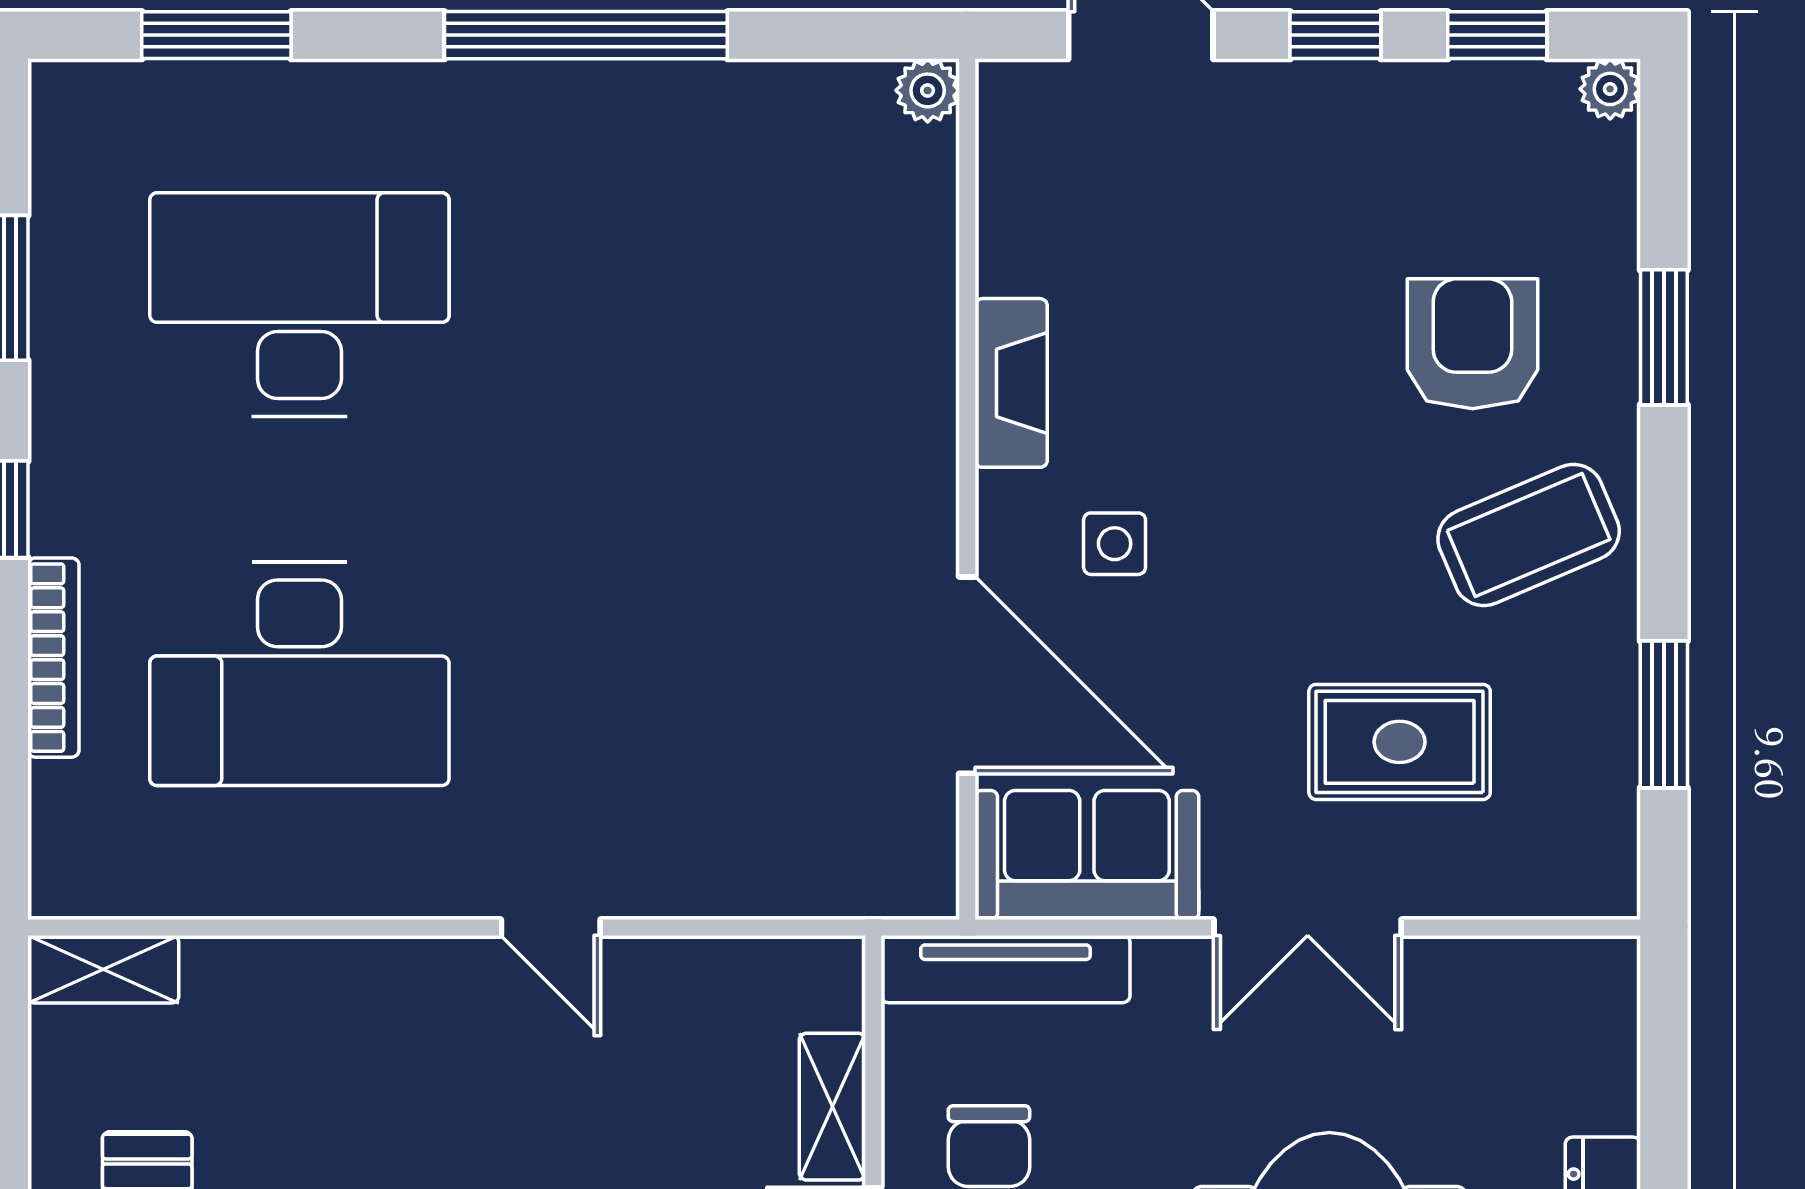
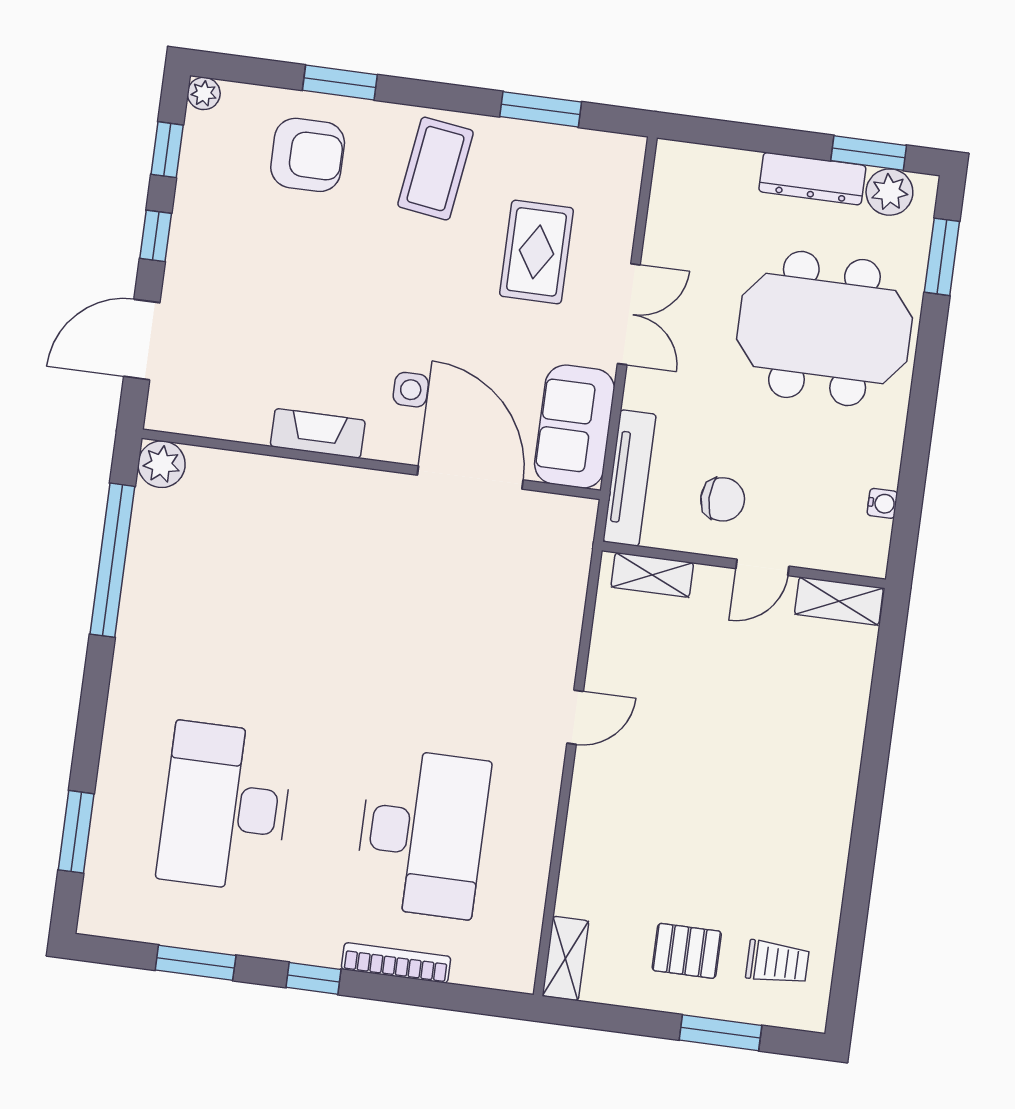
window: (586, 35) -> (112, 560), moved
plant: (928, 90) -> (162, 464), width x1.38, depth x1.38
armchair: (1472, 344) -> (308, 155), moved, turned 180
coffee table: (1529, 535) -> (435, 169), turned 31
door: (967, 675) -> (470, 477), hinge flipped
shelving: (832, 1107) -> (652, 575), moved

